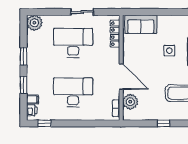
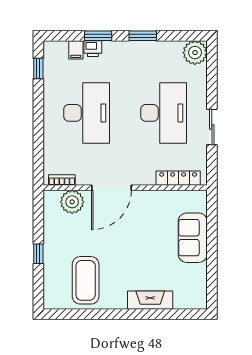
sofa: (141, 24) -> (193, 238), moved
side table: (169, 51) -> (152, 263), removed
printer: (32, 110) -> (93, 49), moved

